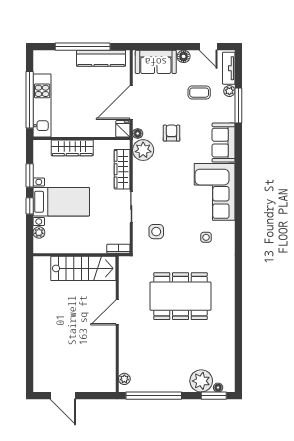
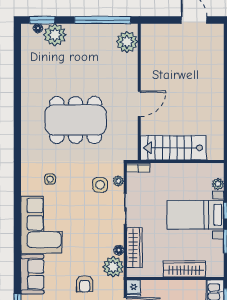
floor lamp: (138, 134) -> (119, 250), moved
plant: (138, 235) -> (118, 181), added
plant: (124, 379) -> (127, 42), width x1.87, depth x1.87

